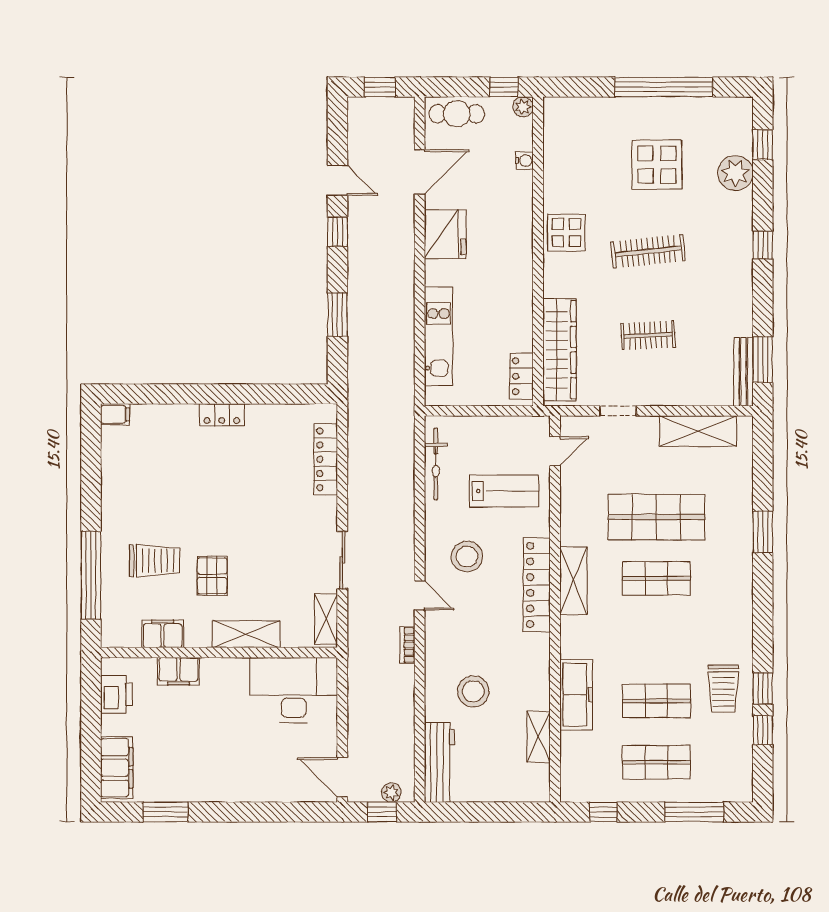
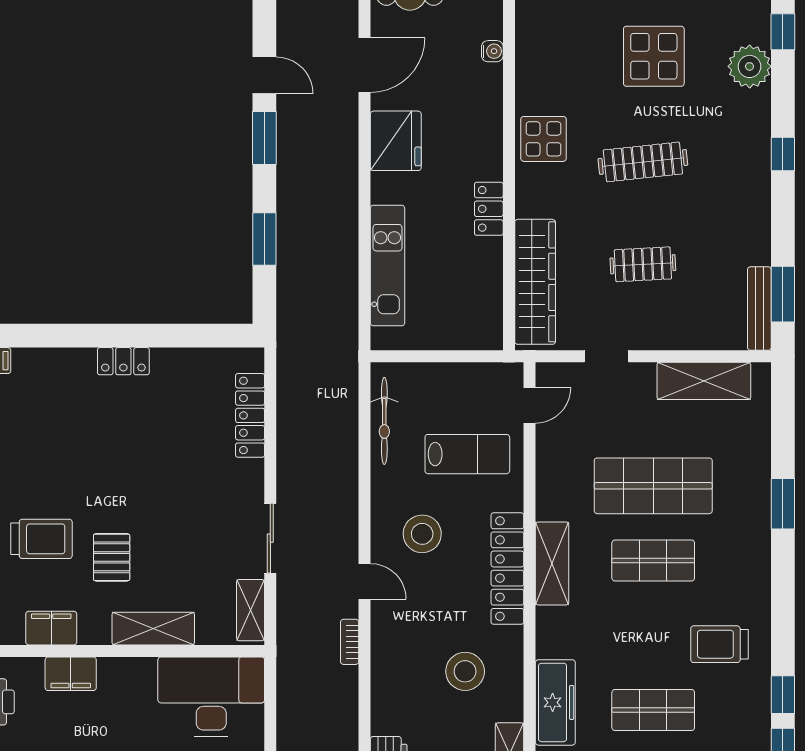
window: (337, 232) -> (264, 138), width x1.50
locker: (521, 376) -> (489, 209), moved
trolley: (723, 689) -> (719, 644), moved, turned 90
stool: (473, 691) -> (465, 671), moved

